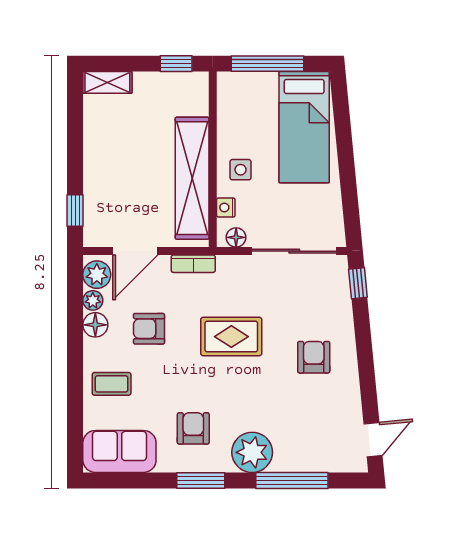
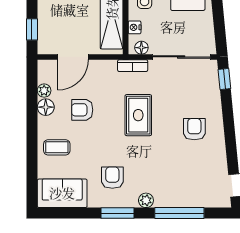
bookcase: (193, 264) -> (133, 66), moved
plant: (97, 275) -> (47, 73), removed
rug: (231, 337) -> (138, 115), turned 90
plant: (252, 452) -> (146, 200), width x0.53, depth x0.53

